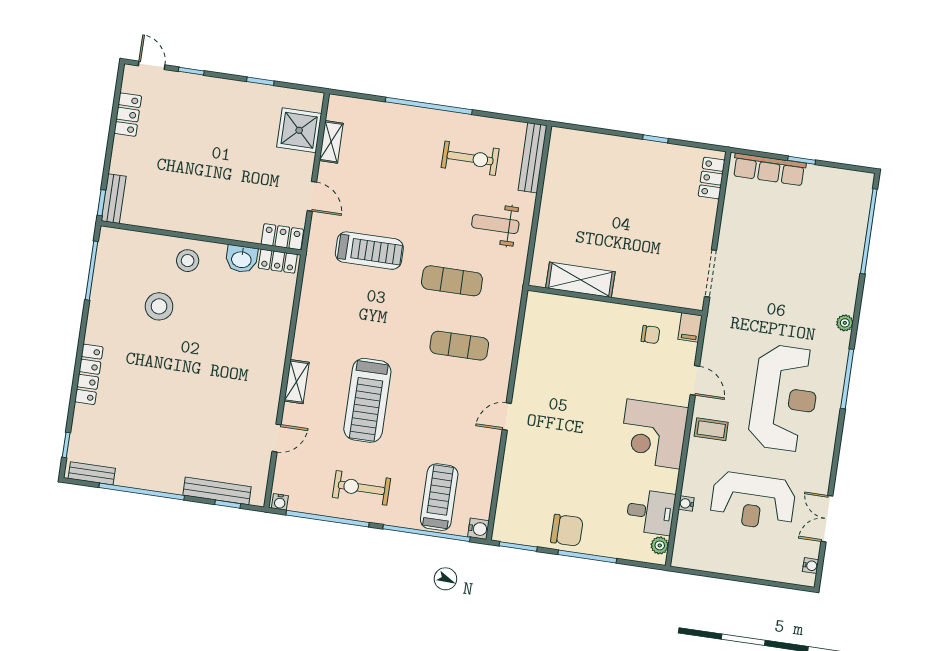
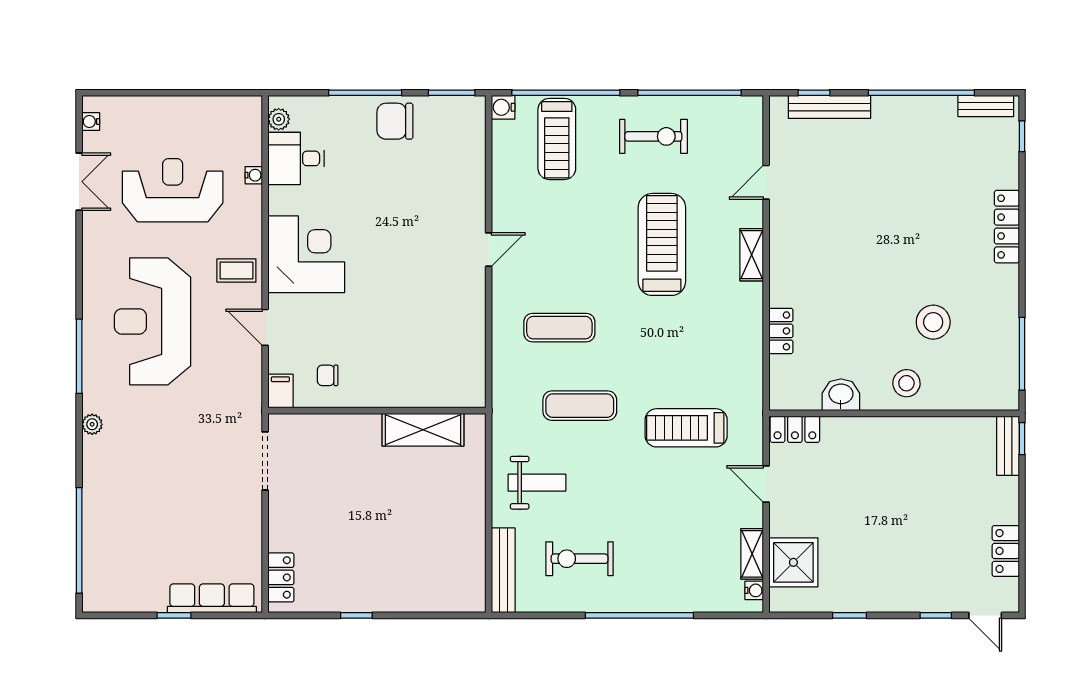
locker: (278, 261) -> (781, 331), moved, turned 90
water cooler: (280, 502) -> (754, 590), moved, turned 90

